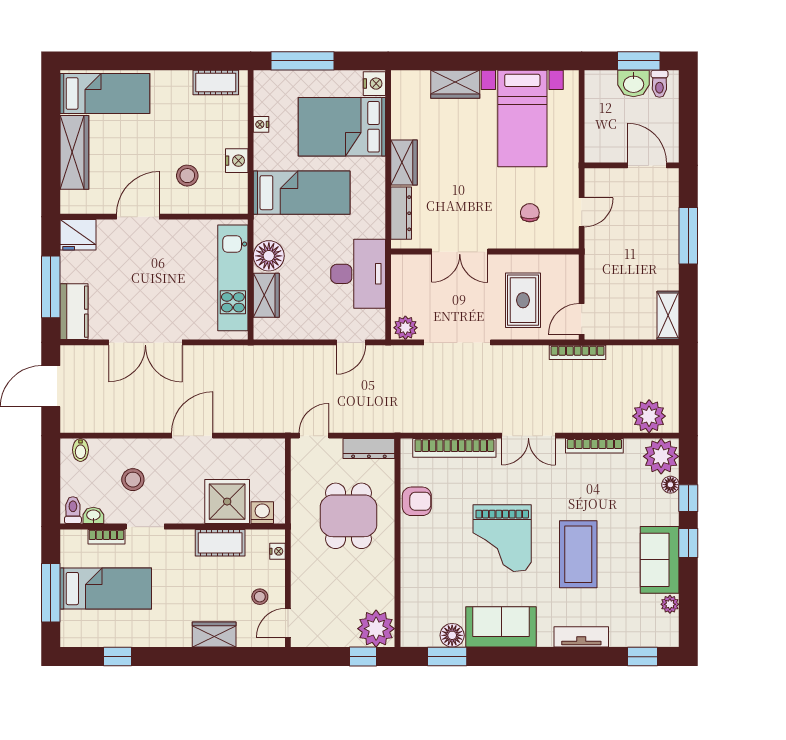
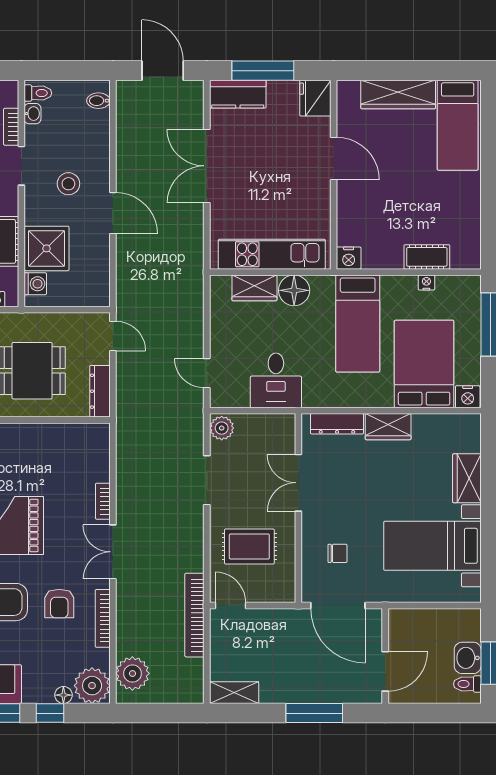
cot: (216, 83) -> (427, 257), moved, turned 90
nightstand: (237, 161) -> (349, 258), moved
stool: (187, 176) -> (375, 208), removed
door: (582, 212) -> (338, 605), width x1.87
desk: (358, 274) -> (276, 380), width x0.73
doorway: (457, 342) -> (207, 480), width x0.73
bookcase: (578, 352) -> (194, 615), width x1.48, depth x1.31
bookcase: (454, 448) -> (103, 501), width x0.43, depth x0.76
stool: (133, 480) -> (68, 184), moved
armchair: (417, 501) -> (59, 604), moved

